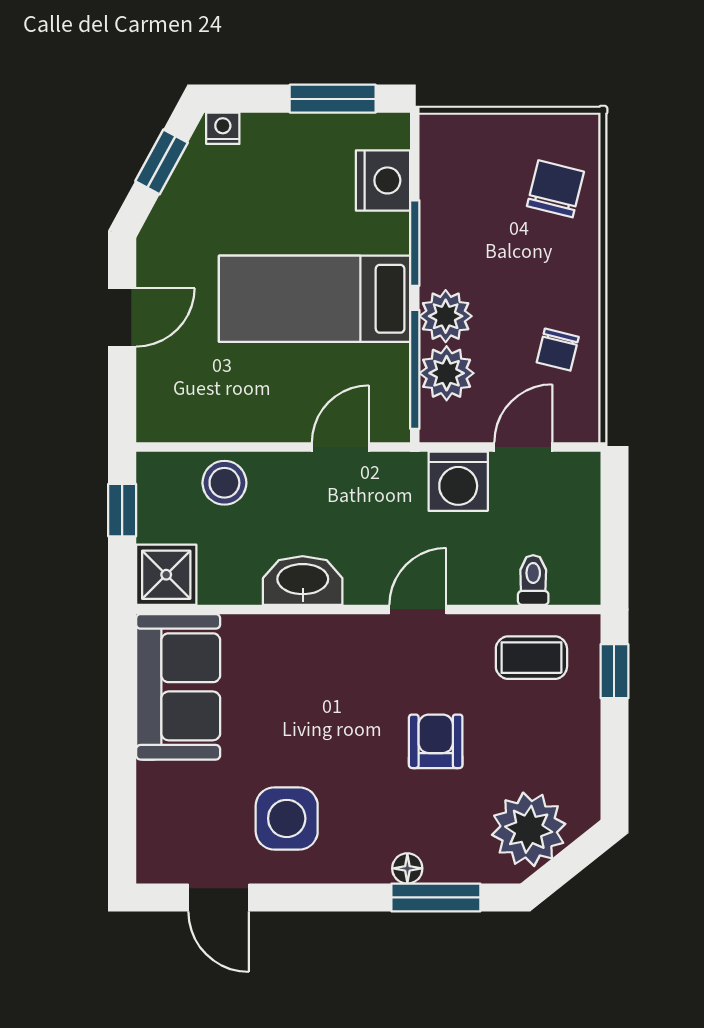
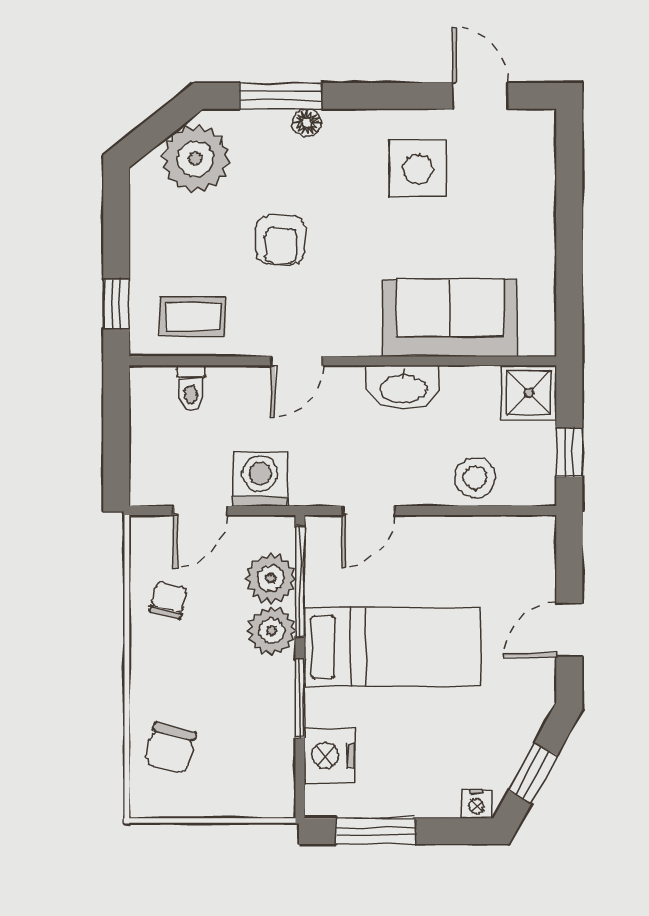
sofa: (178, 687) -> (450, 318), moved, turned 90

